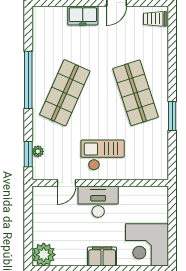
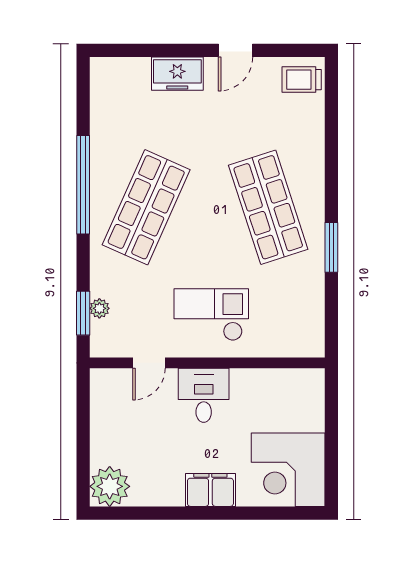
desk: (98, 202) -> (204, 395), width x0.73

